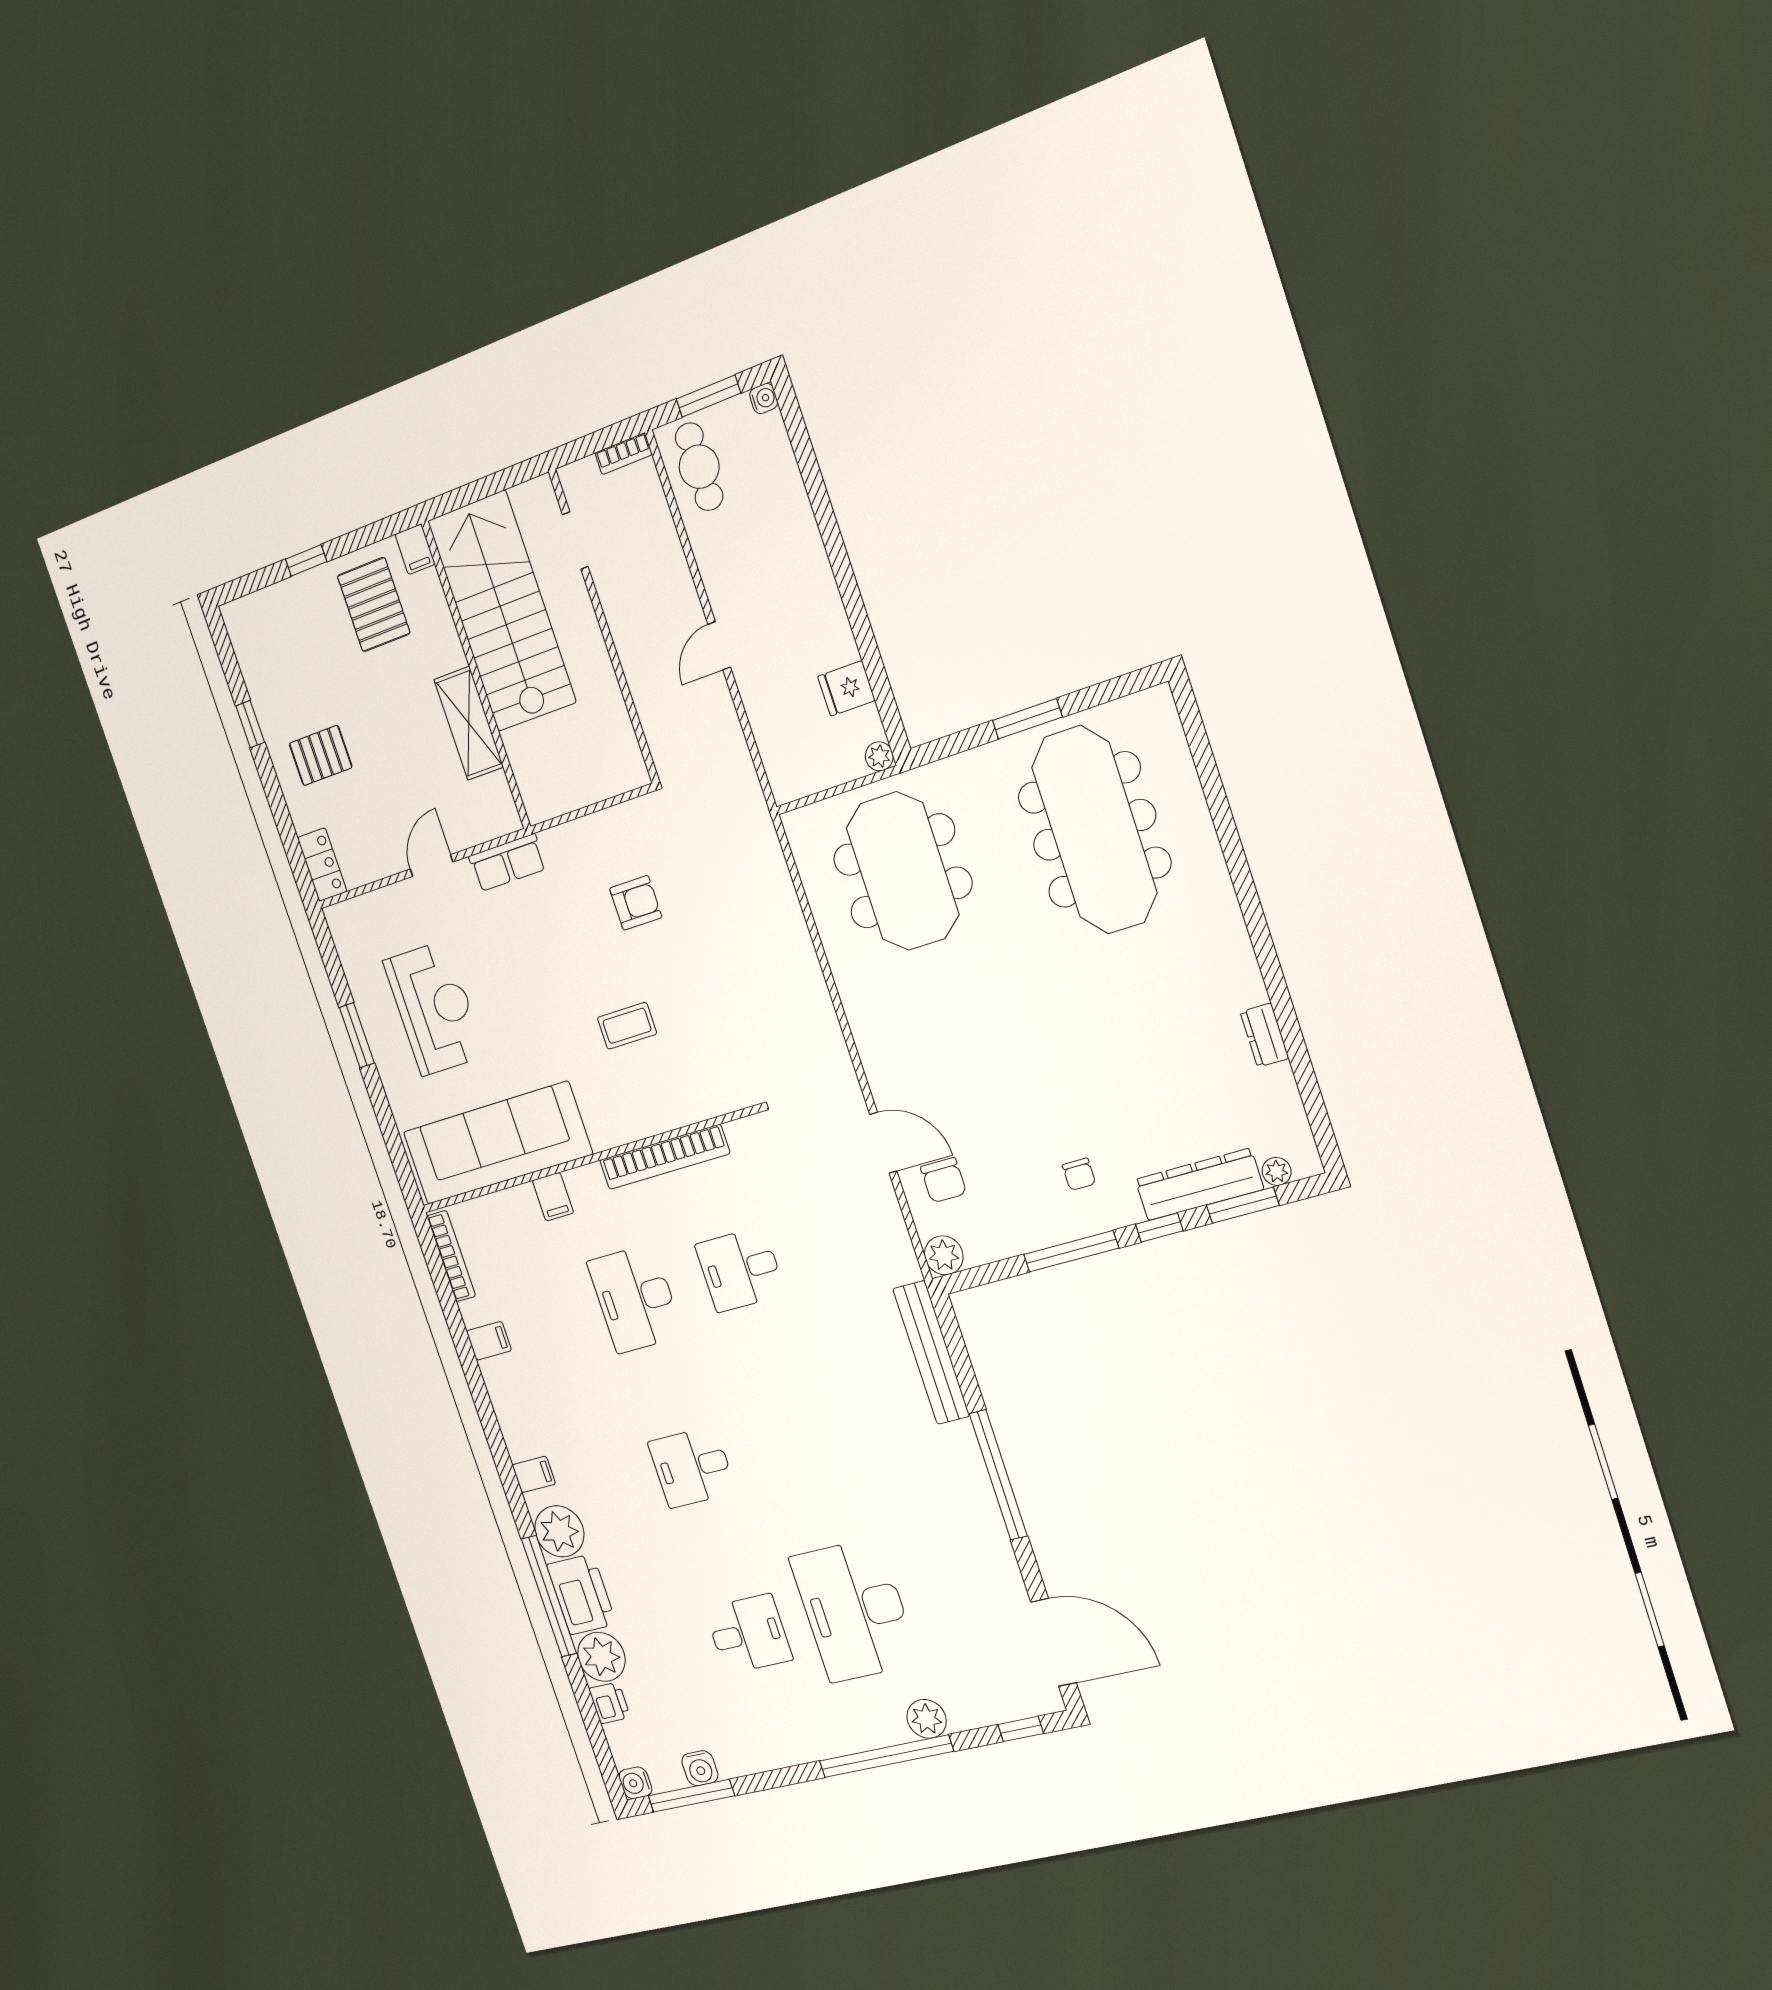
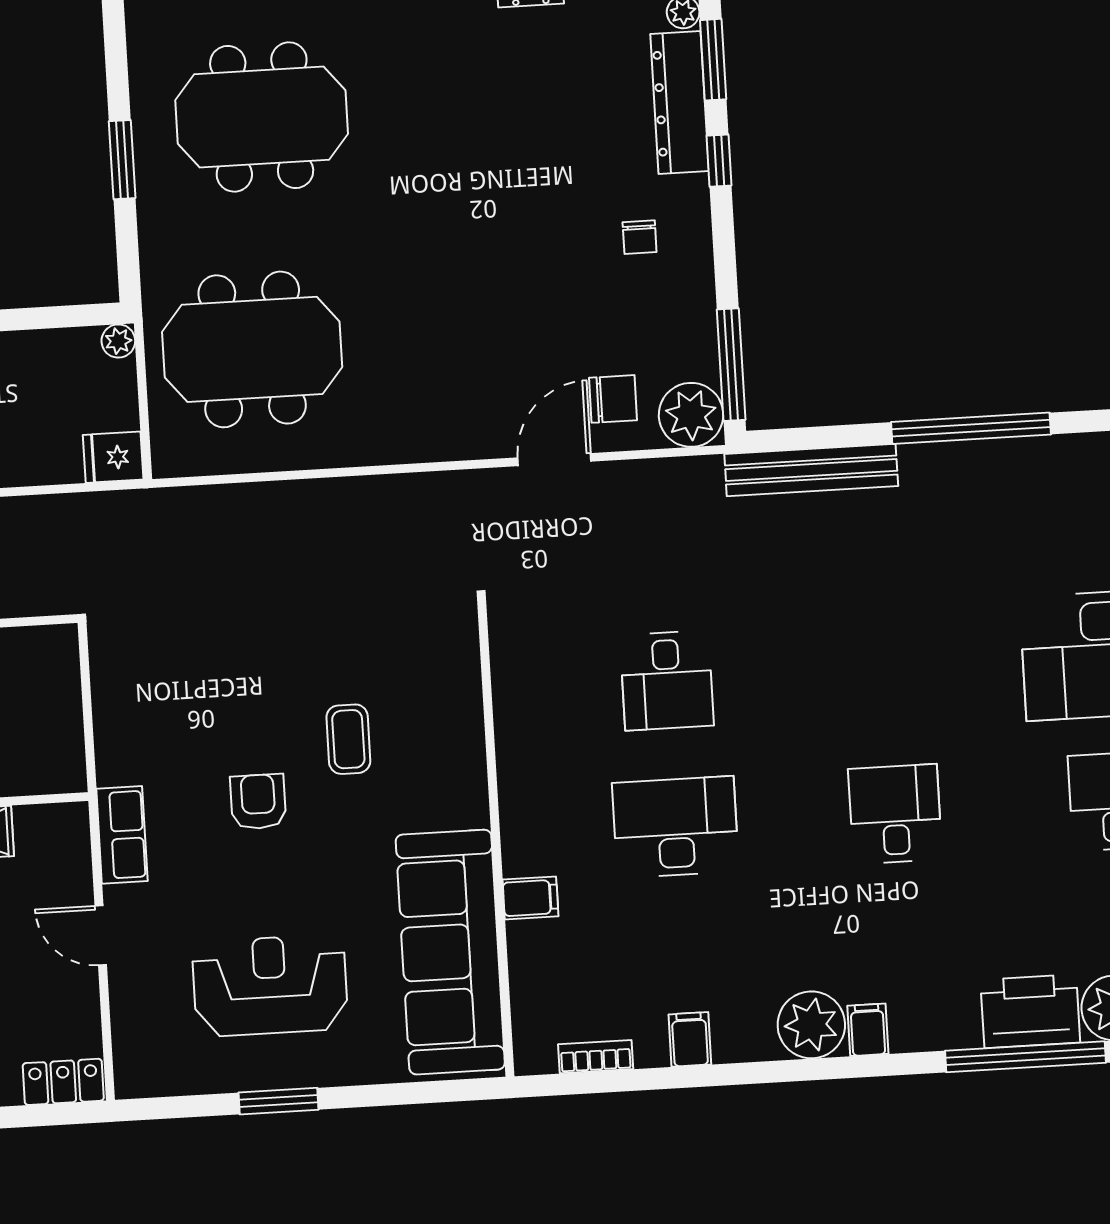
fridge: (846, 688) -> (113, 457), moved, turned 90
meeting table: (1094, 830) -> (262, 117), width x0.73
armchair: (636, 903) -> (258, 802), moved
bookcase: (665, 1157) -> (513, 738), removed
chair: (1079, 1174) -> (640, 237), turned 90
window: (1071, 1251) -> (731, 365), moved
plant: (944, 1255) -> (691, 415), width x1.36, depth x1.36
bookcase: (451, 1256) -> (596, 1057), width x0.64
desk: (635, 1299) -> (676, 827), turned 180
desk: (692, 1467) -> (895, 814), turned 180
plant: (559, 1531) -> (811, 1025), moved

